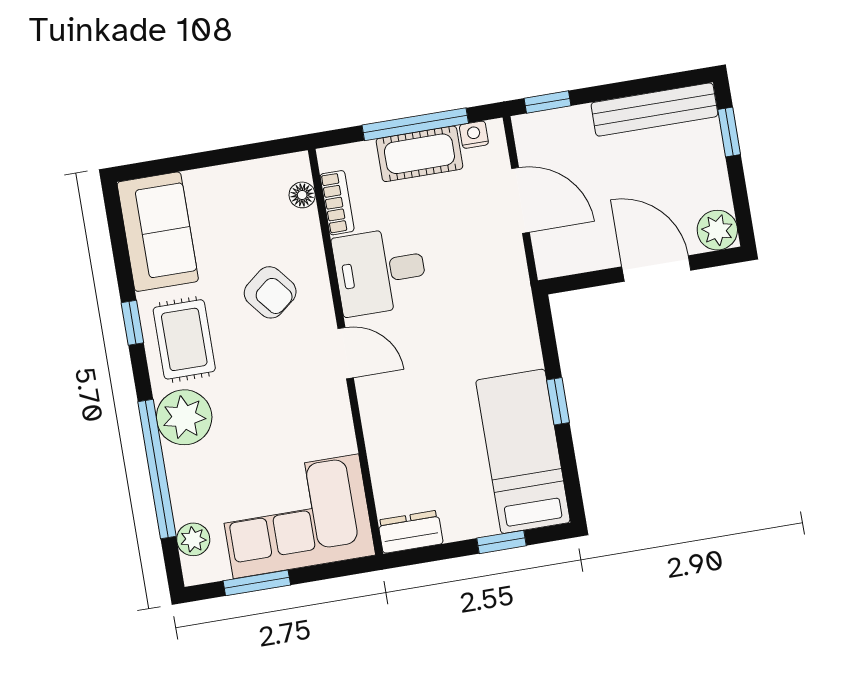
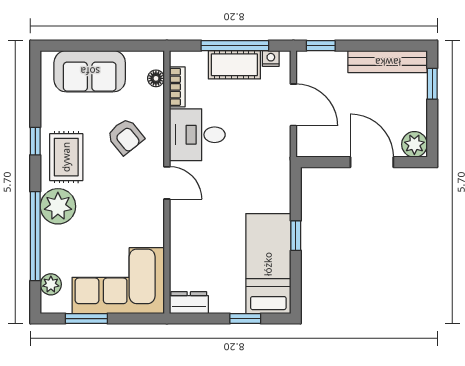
sofa: (158, 232) -> (90, 71), moved, turned 90

